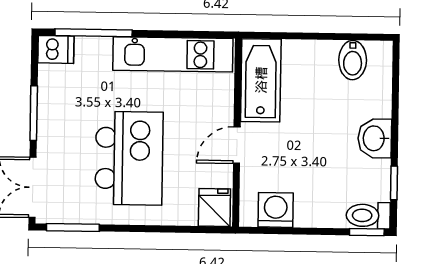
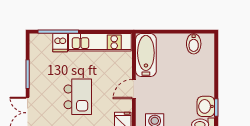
dishwasher: (56, 49) -> (60, 43), moved, turned 90
washbasin: (375, 138) -> (206, 106), moved
kitchen island: (129, 158) -> (78, 97), width x0.73, depth x0.78

